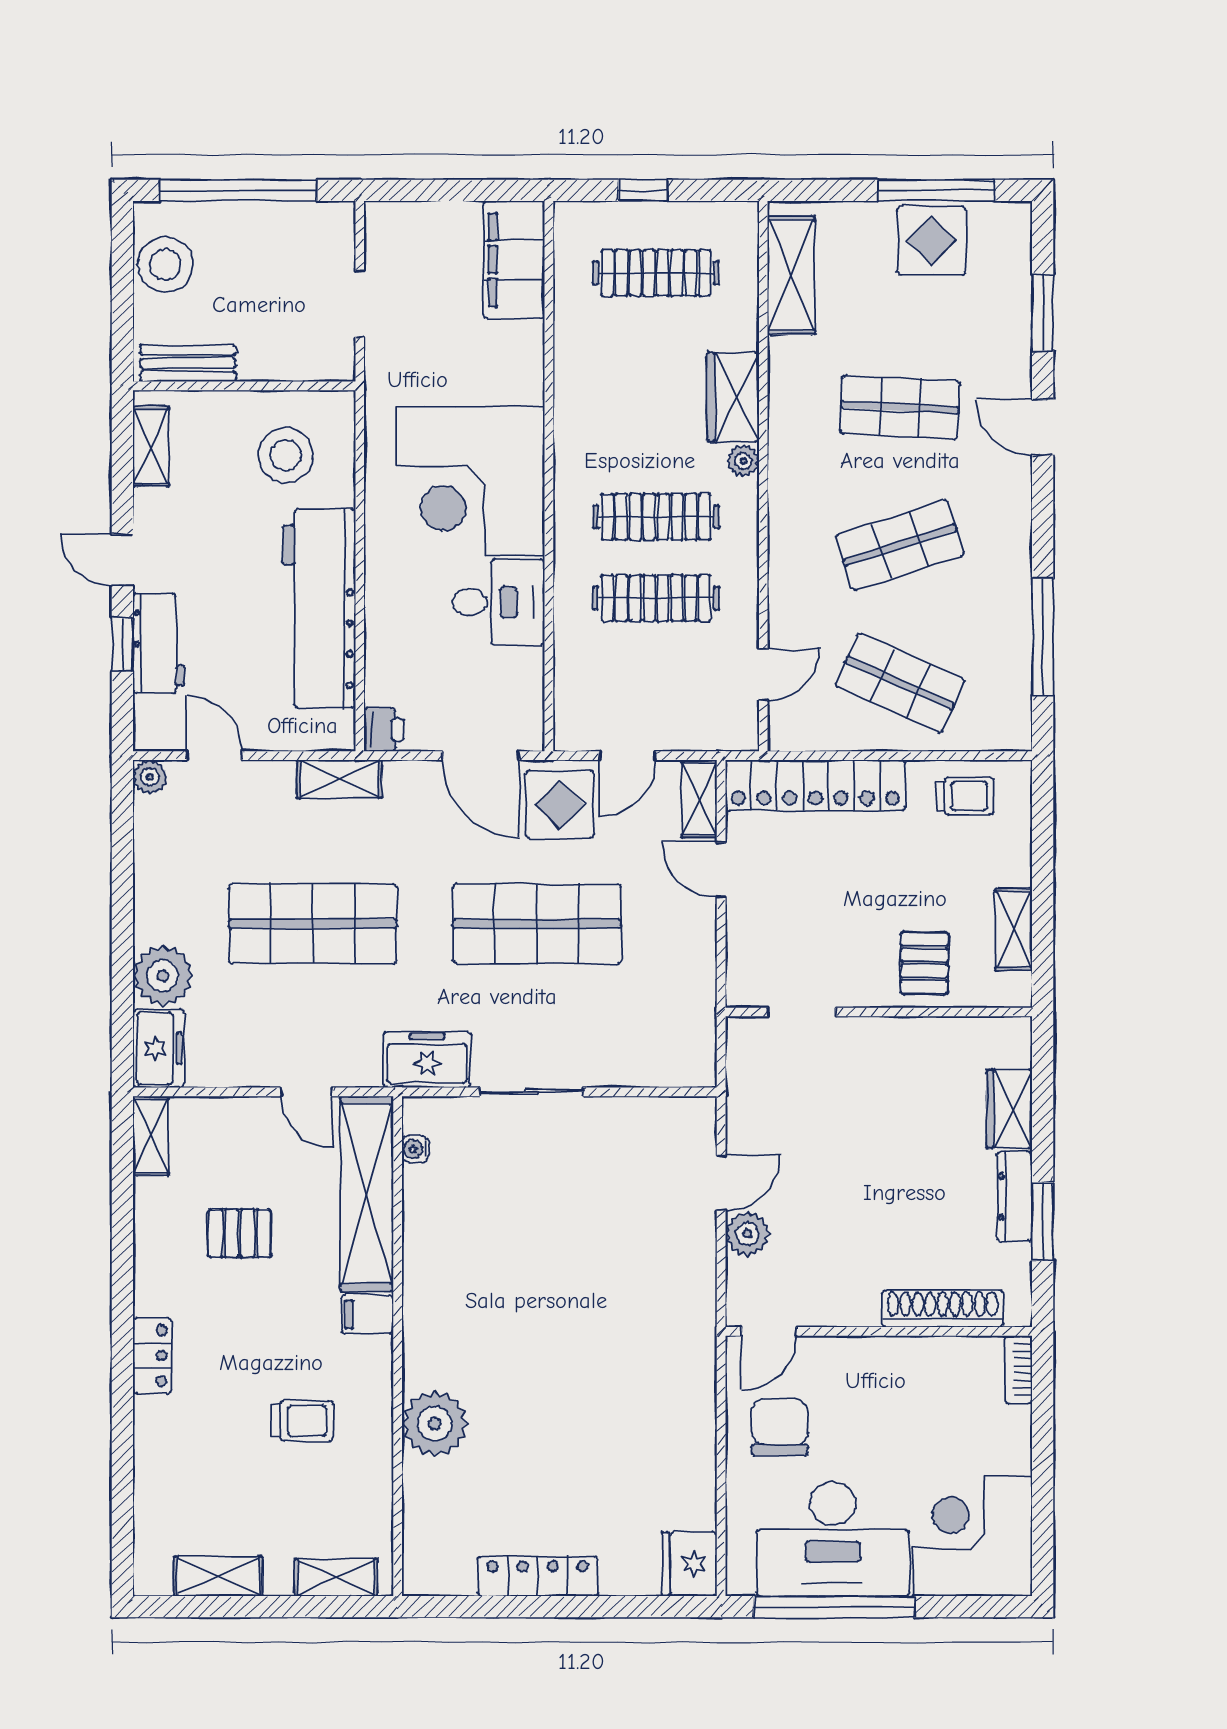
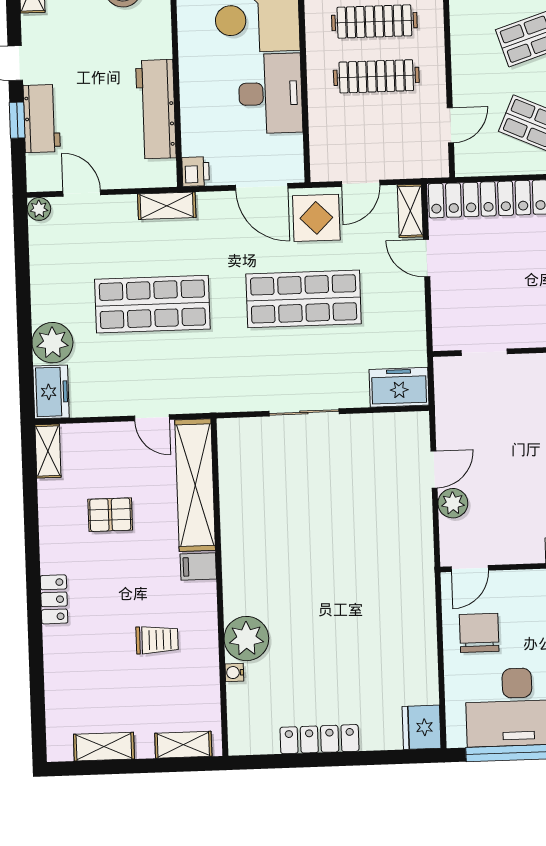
desk: (498, 602) -> (270, 93), width x1.37
workbench: (319, 609) -> (156, 109), width x0.73, depth x0.76
freezer: (427, 1059) -> (399, 387), moved
water cooler: (415, 1149) -> (234, 673), moved

